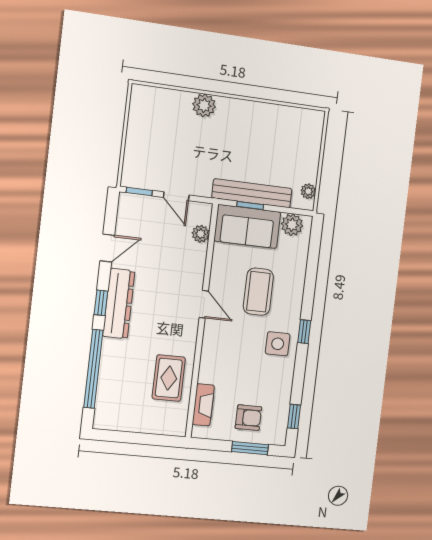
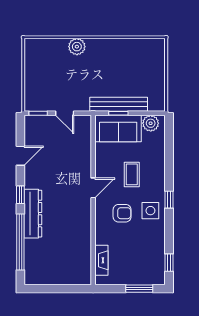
plant: (308, 191) -> (160, 98), removed
plant: (201, 234) -> (85, 138), removed
coffee table: (258, 292) -> (132, 174), width x0.73, depth x0.77
dresser: (119, 304) -> (33, 214), moved
door: (204, 304) -> (93, 188), hinge flipped
rug: (169, 378) -> (74, 243), removed
armchair: (248, 418) -> (122, 213), moved

